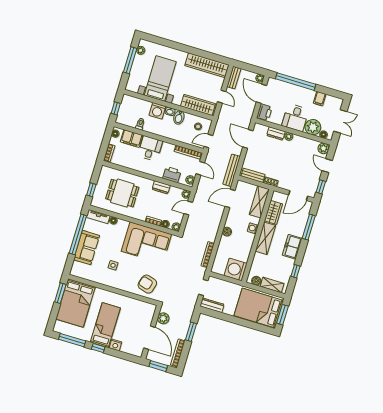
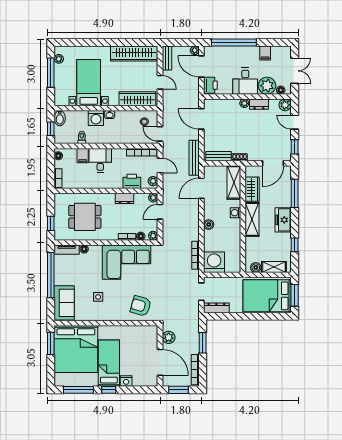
bidet: (179, 117) -> (60, 118), moved
dresser: (276, 133) -> (259, 104), moved
filing cabinet: (132, 138) -> (83, 156), width x0.50
door: (208, 141) -> (160, 134), hinge flipped
sofa: (87, 248) -> (64, 303), moved
washing machine: (236, 270) -> (214, 262), moved, turned 90
bed: (76, 303) -> (76, 349), width x1.36

